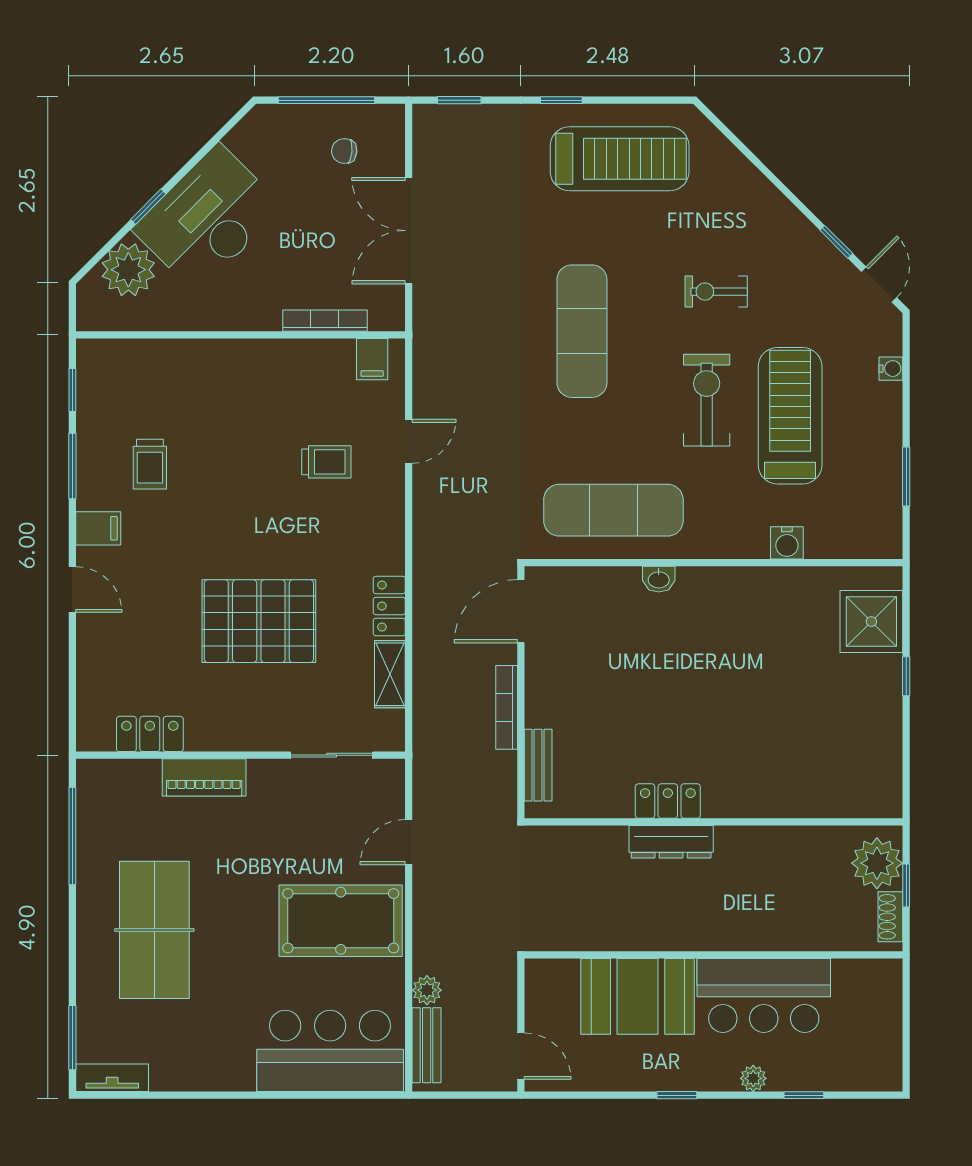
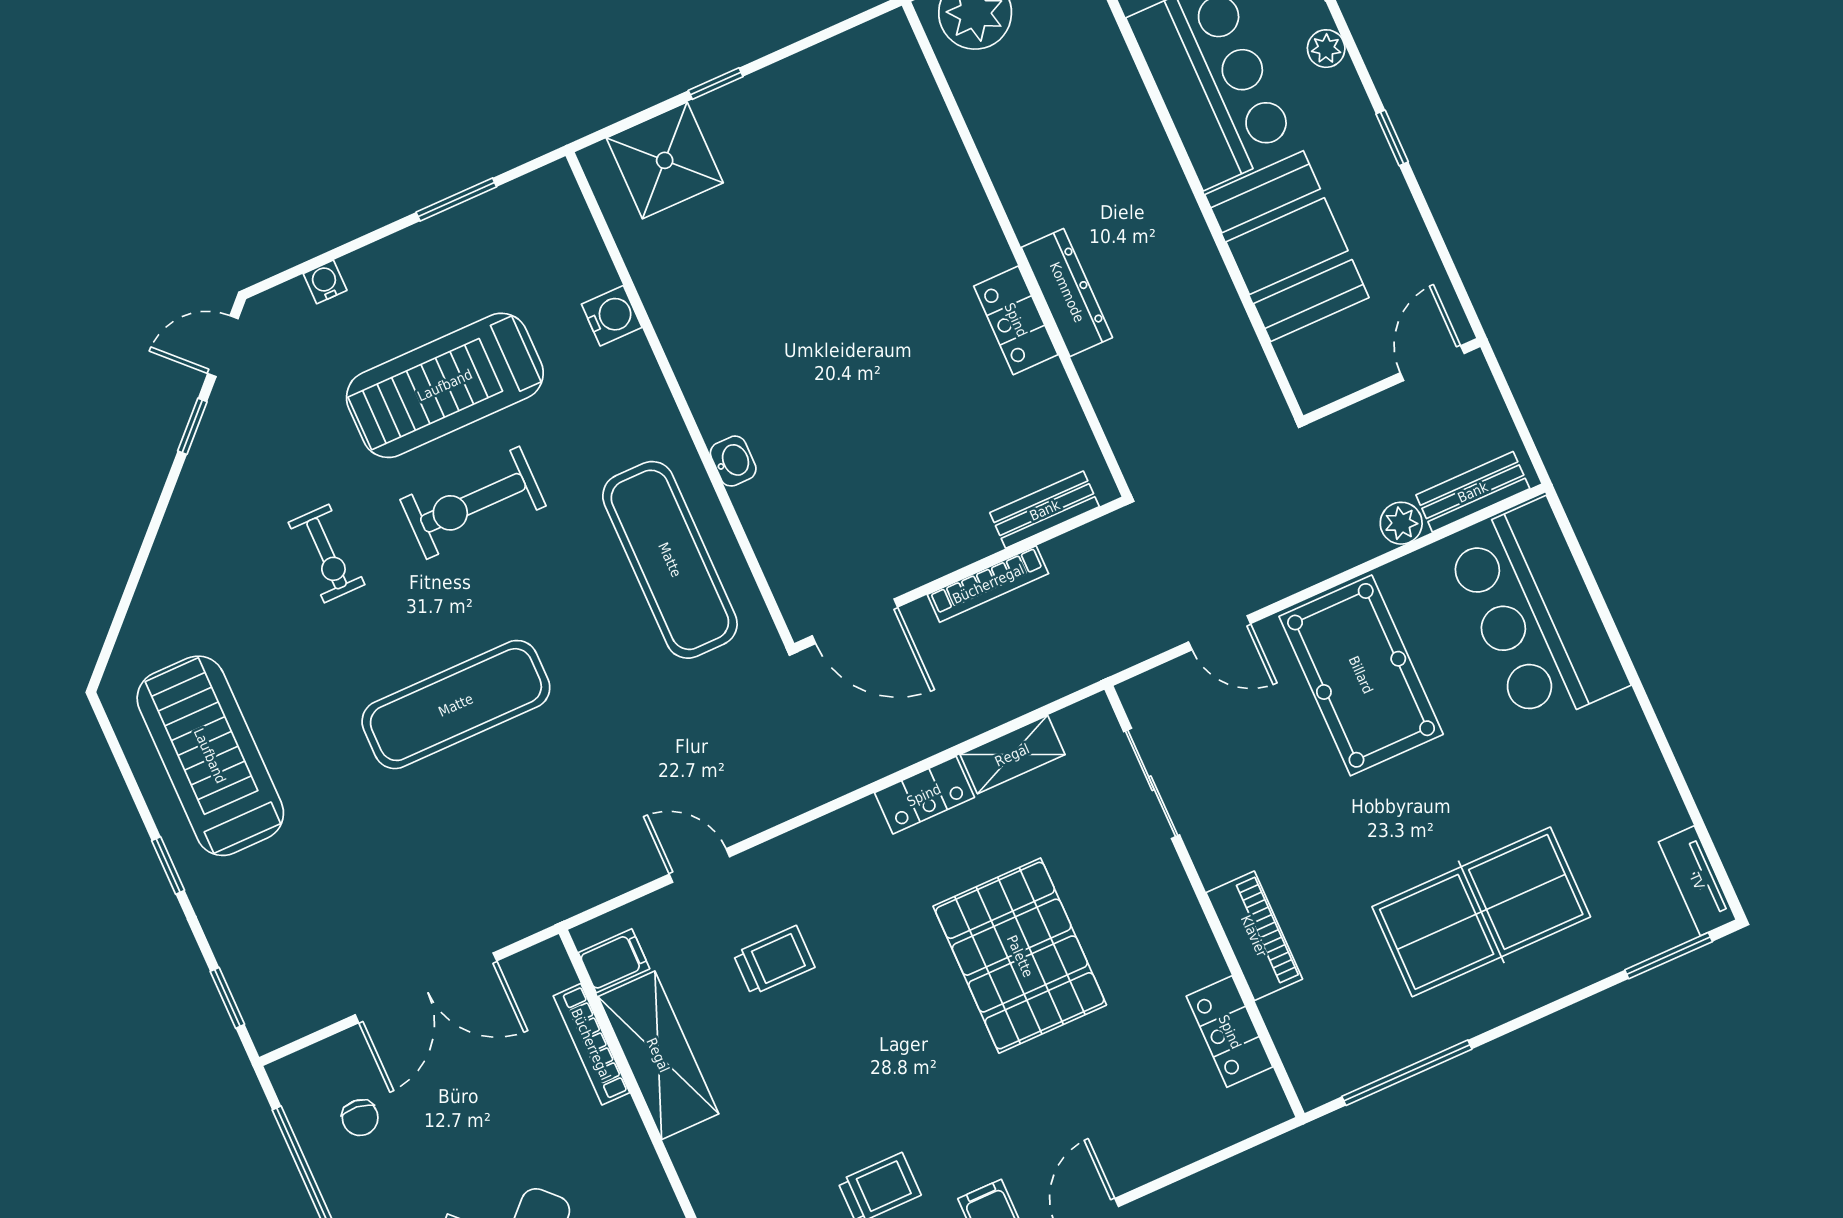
shelving: (299, 360) -> (658, 1055), added
trolley: (326, 462) -> (774, 960), turned 90

